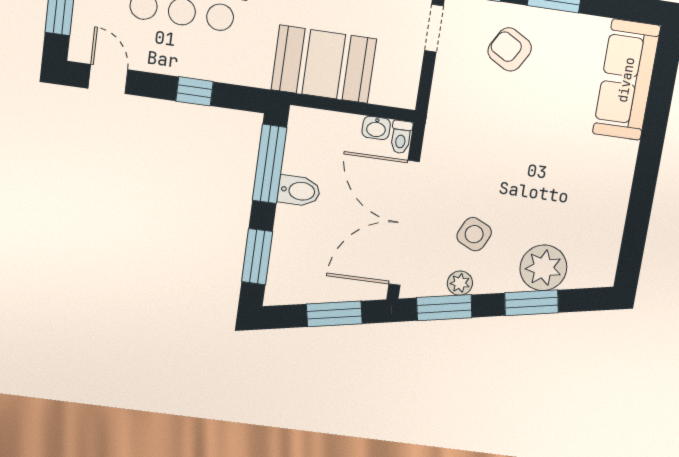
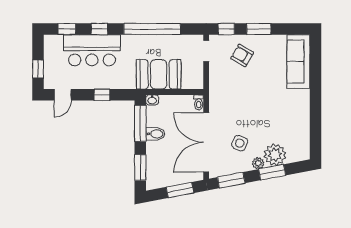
door: (108, 79) -> (63, 95), swing flipped
washbasin: (376, 128) -> (152, 100), moved
plant: (460, 283) -> (258, 163), moved

